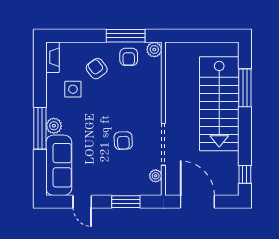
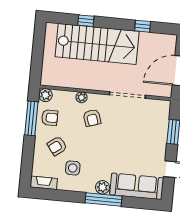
window: (245, 88) -> (86, 21), width x0.46
armchair: (123, 141) -> (92, 118), moved, turned 75
window: (245, 174) -> (143, 26), moved
plant: (156, 176) -> (81, 97), moved

